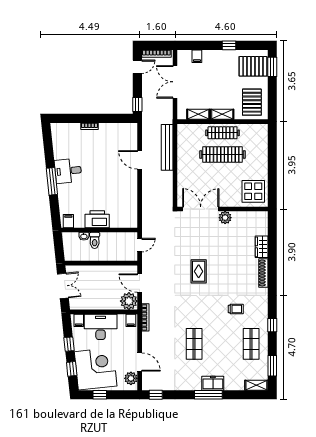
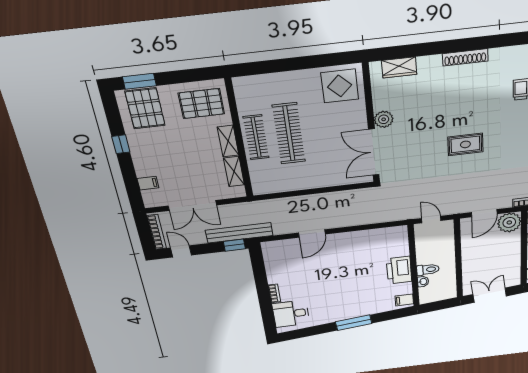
bench: (167, 147) -> (239, 233), moved
desk: (68, 171) -> (291, 314), moved, turned 96
wardrobe: (262, 247) -> (399, 67), moved

